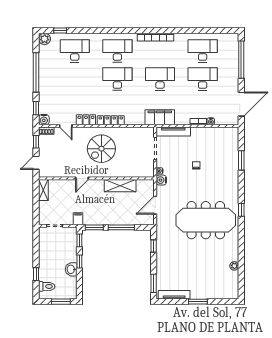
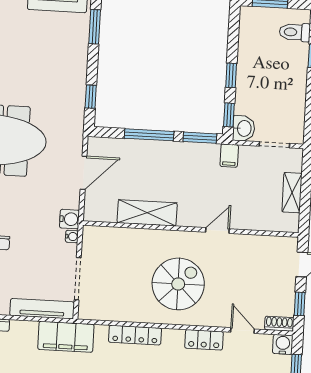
locker: (111, 120) -> (135, 335), moved
shelving: (43, 190) -> (292, 193), moved
washbasin: (71, 269) -> (244, 128), moved

